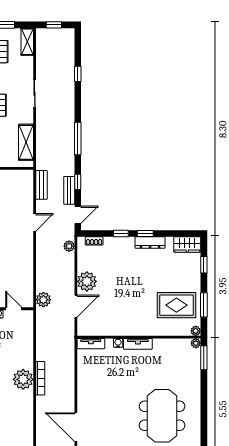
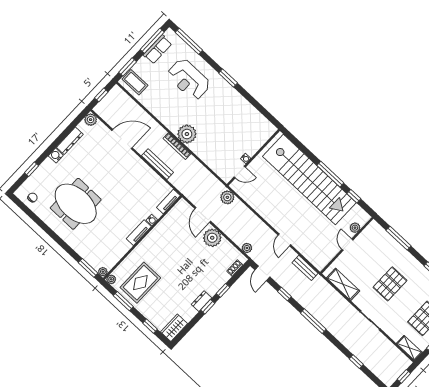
bench: (69, 190) -> (157, 164), moved, width x1.36
dresser: (150, 242) -> (201, 301), width x0.70

